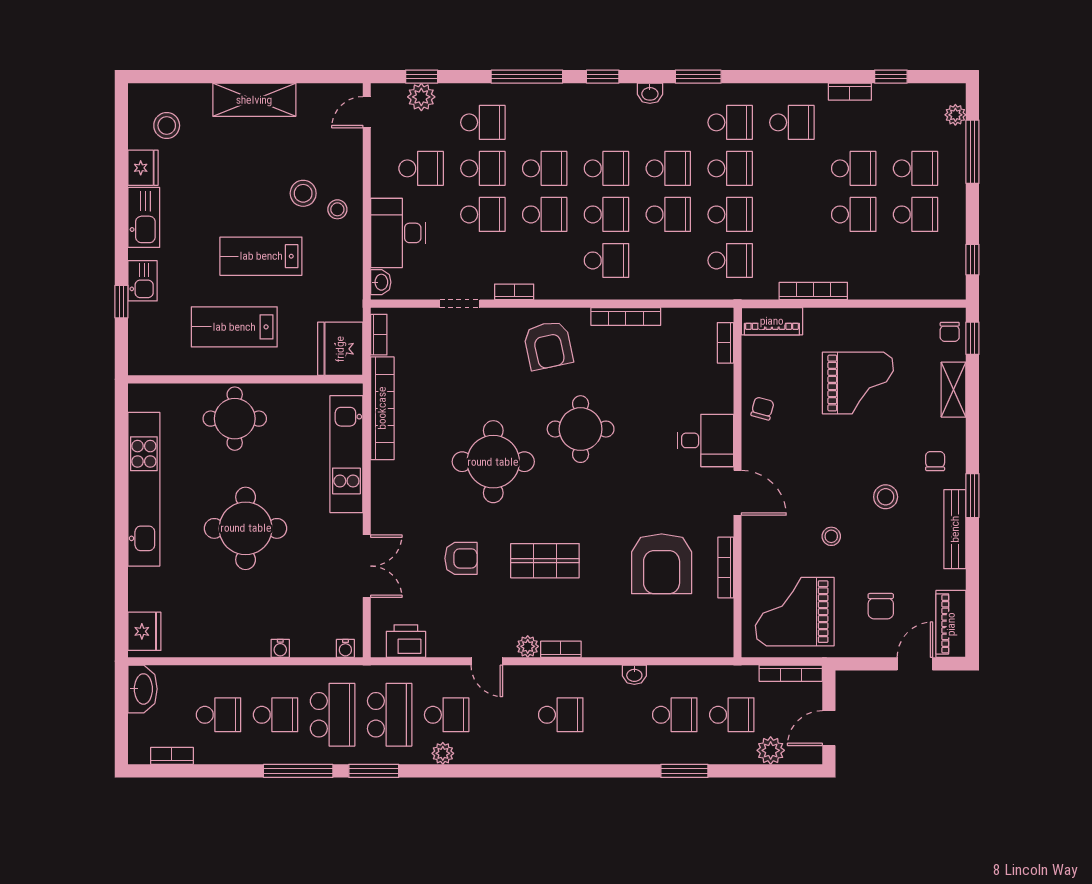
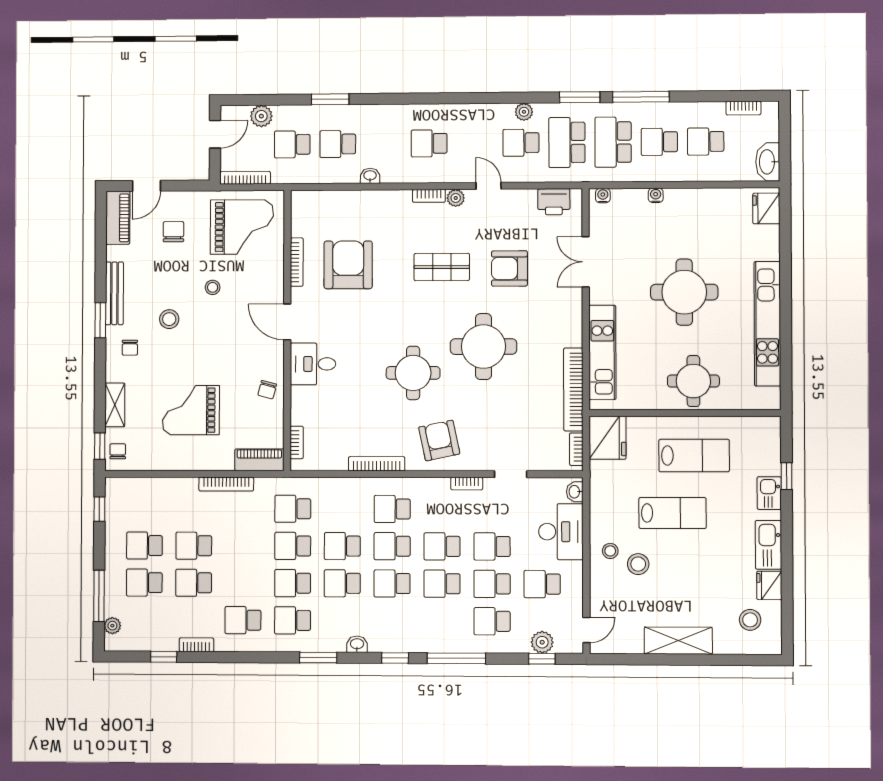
armchair: (461, 558) -> (509, 268), width x1.38, depth x1.38

